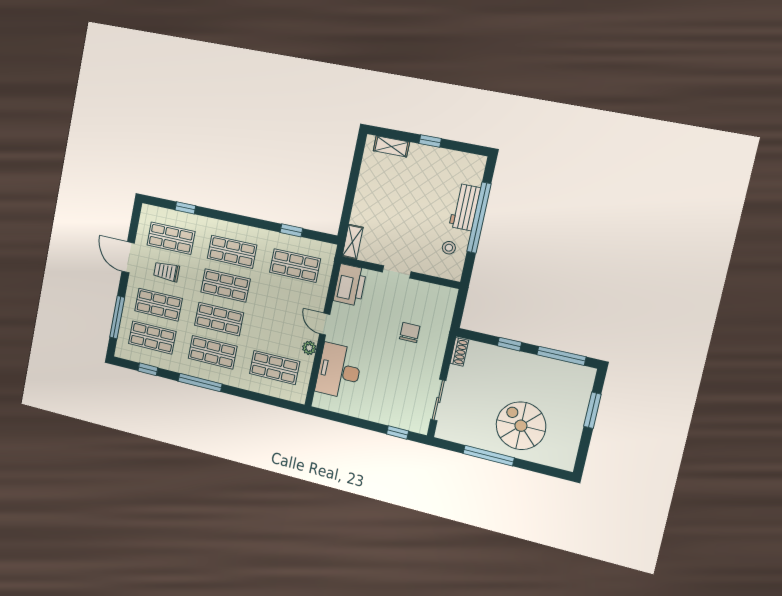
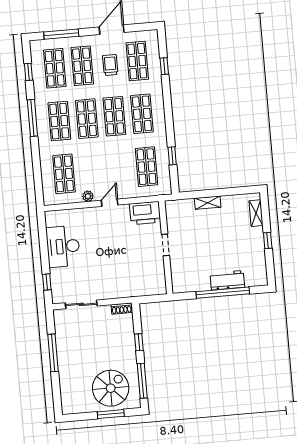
shelving: (353, 242) -> (208, 203), moved
stool: (449, 248) -> (195, 278), removed
chair: (410, 333) -> (124, 268), removed
desk: (339, 371) -> (63, 246), moved, turned -90
spiral stairs: (521, 426) -> (111, 388), moved

